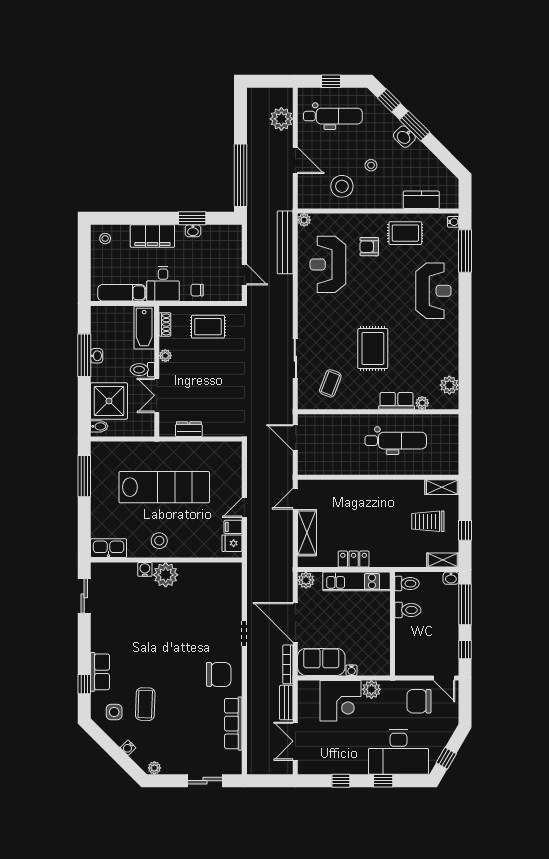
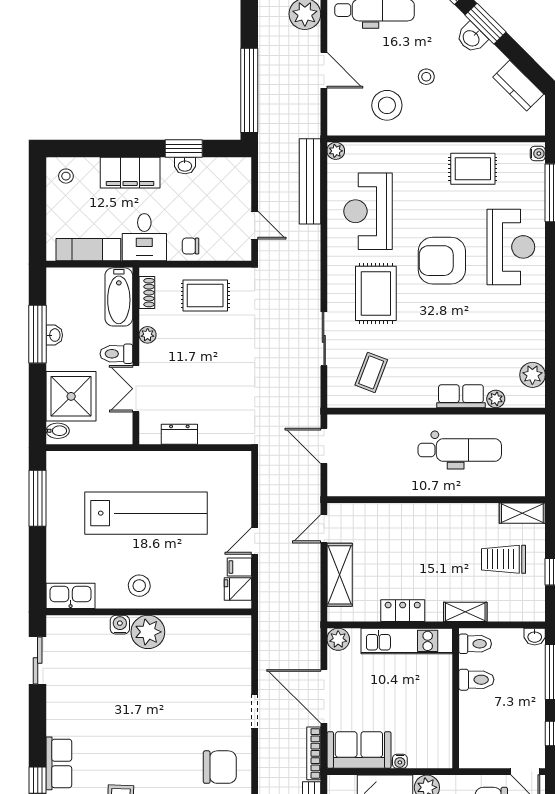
kitchen counter: (421, 200) -> (518, 86), moved, turned -135
armchair: (369, 247) -> (442, 261), moved, width x1.88, depth x1.88
rug: (373, 349) -> (376, 293), moved
shelving: (443, 560) -> (465, 612), moved

